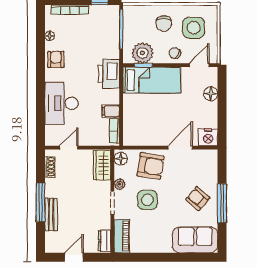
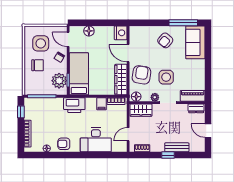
wardrobe: (144, 138) -> (121, 80), added
door: (69, 148) -> (128, 134), hinge flipped
window: (40, 202) -> (168, 155), width x0.46
window: (222, 203) -> (183, 23), moved

